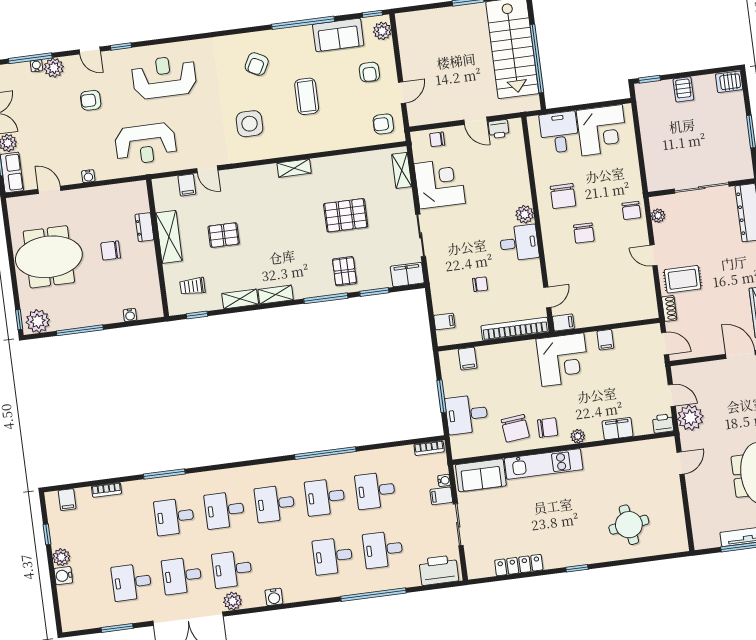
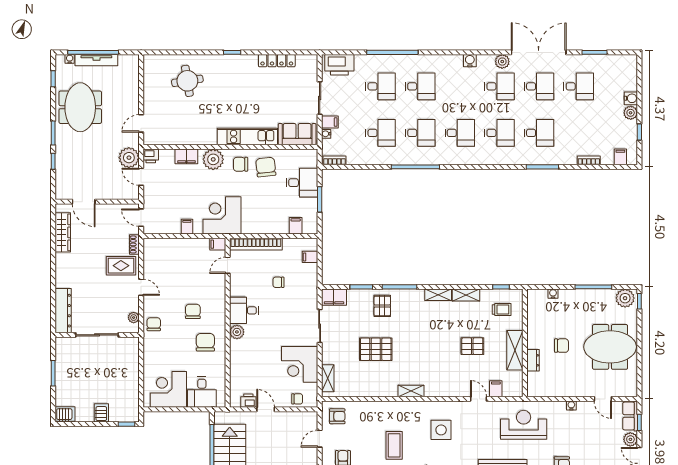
plant: (578, 436) -> (213, 159), width x1.88, depth x1.88

